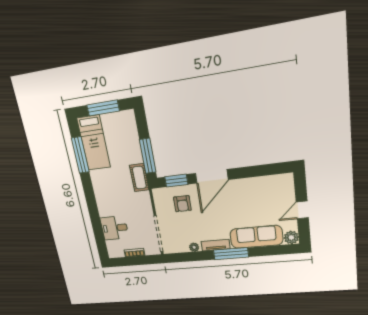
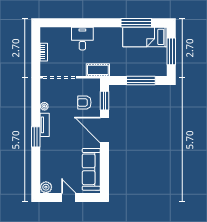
window: (148, 156) -> (141, 81), moved
cot: (139, 178) -> (98, 70), moved
desk: (114, 228) -> (82, 39), moved
sofa: (256, 237) -> (91, 169), moved, turned 180
window: (231, 254) -> (36, 137), width x0.69

